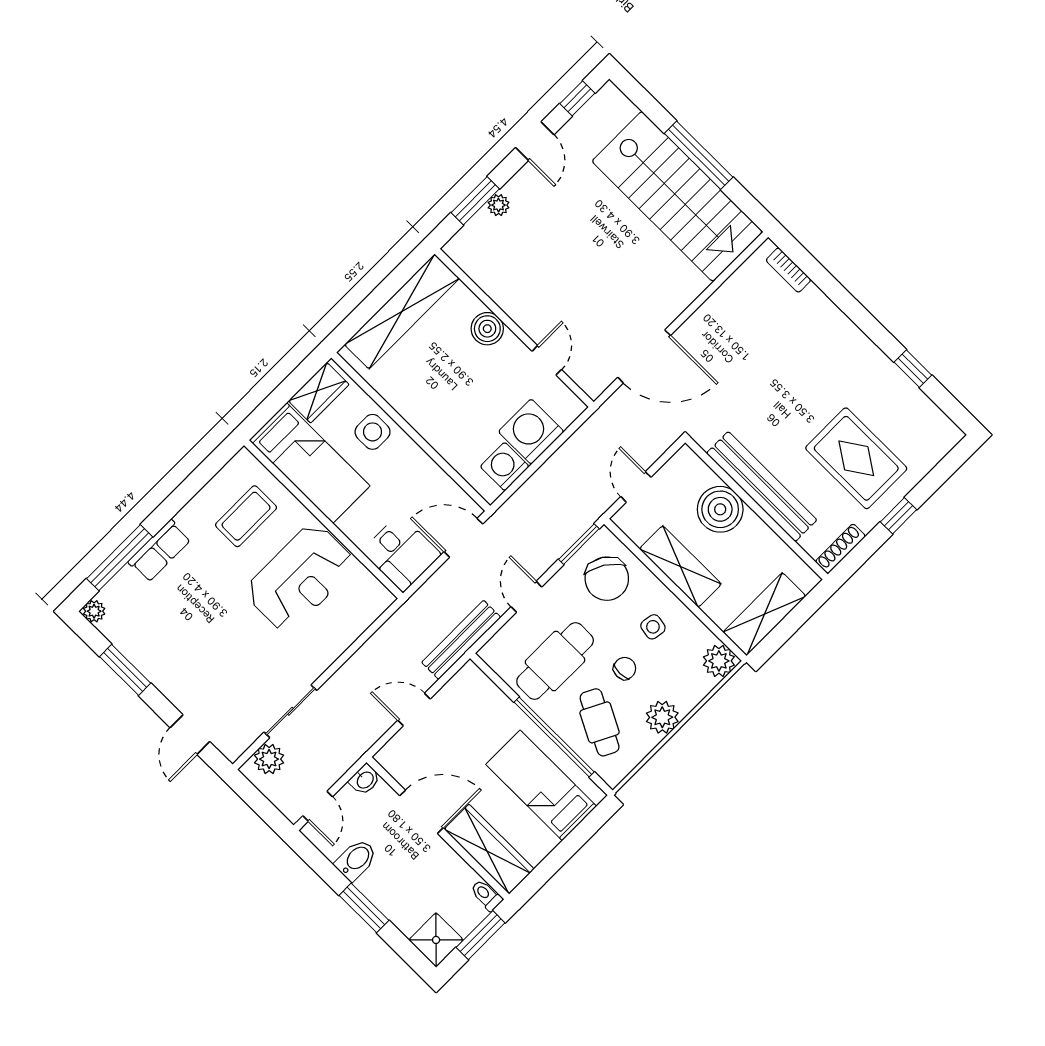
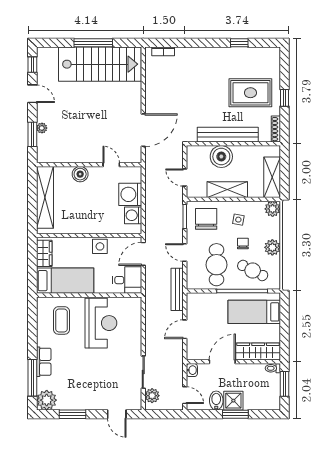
side table: (373, 432) -> (100, 246), moved
chair: (607, 579) -> (206, 219), turned -123
plant: (94, 611) -> (47, 400), width x1.88, depth x1.88
shower: (436, 940) -> (233, 401), moved

